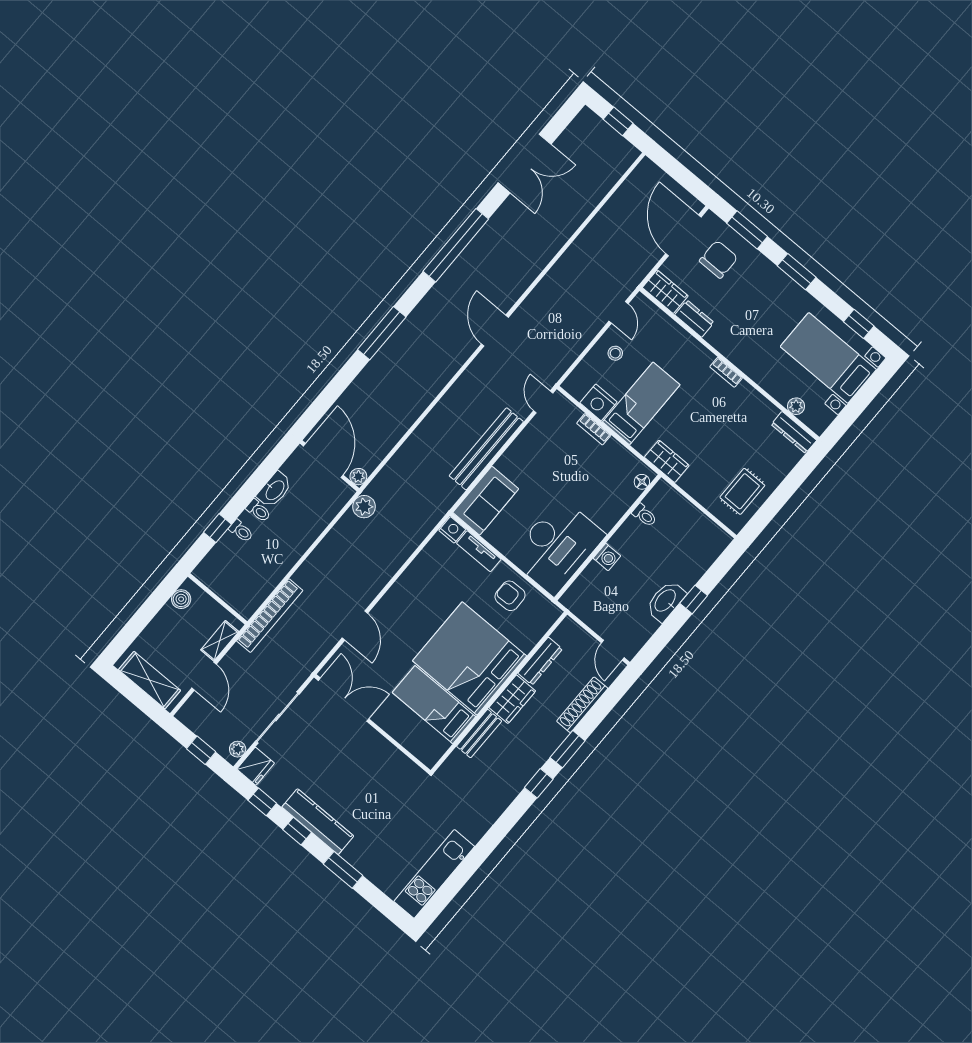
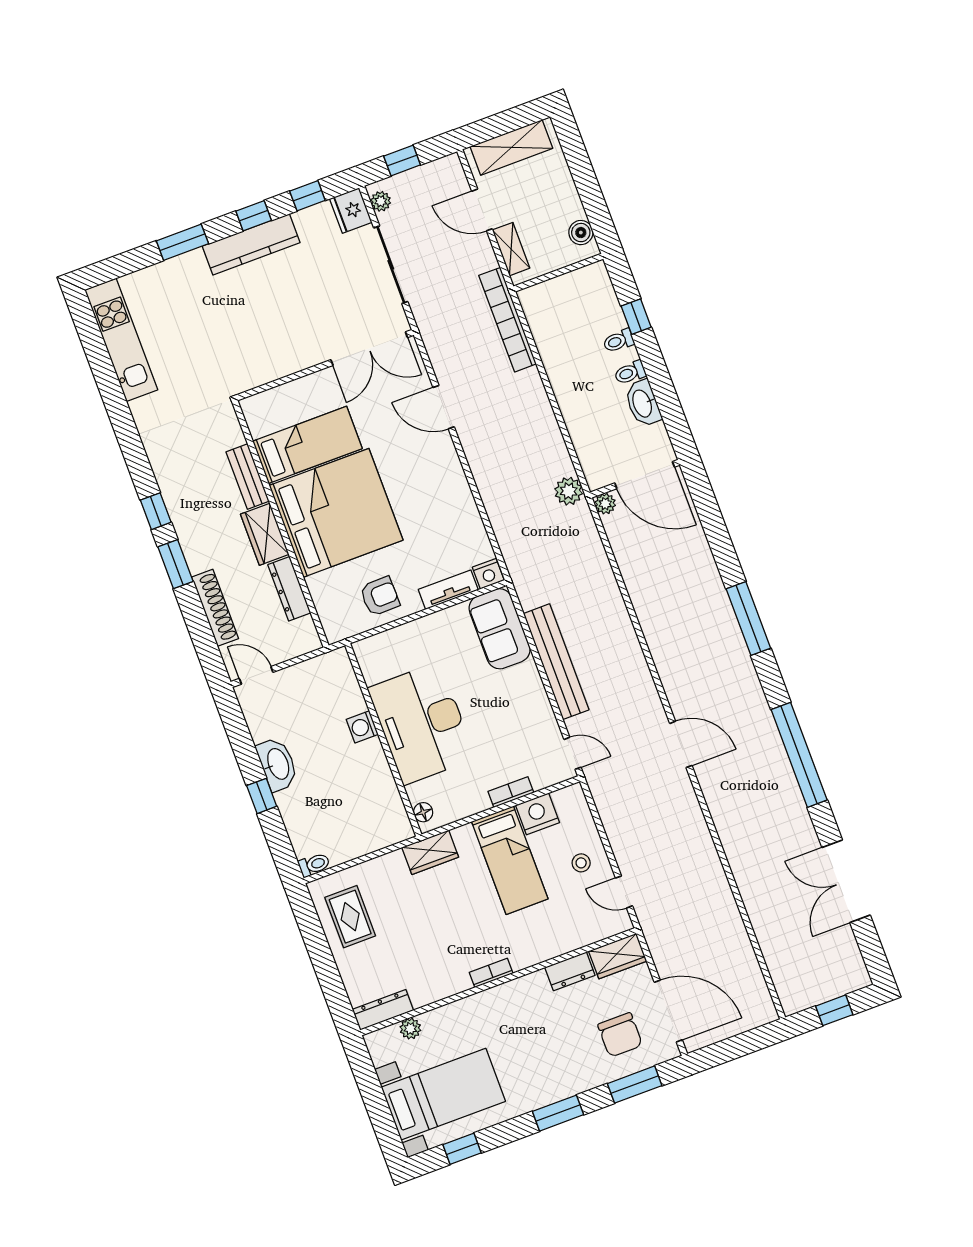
toilet: (644, 515) -> (314, 865), moved, turned 180
desk: (557, 546) -> (422, 723), moved

